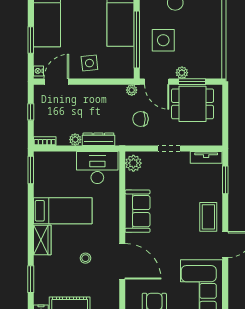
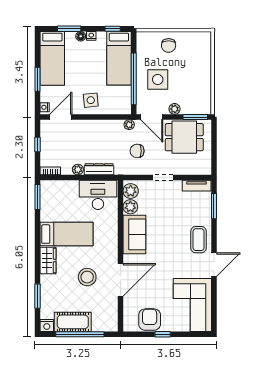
window: (192, 82) -> (195, 117), moved
plant: (133, 181) -> (130, 207), added
stool: (85, 258) -> (87, 277), width x1.89, depth x1.89
door: (122, 261) -> (121, 280), hinge flipped

